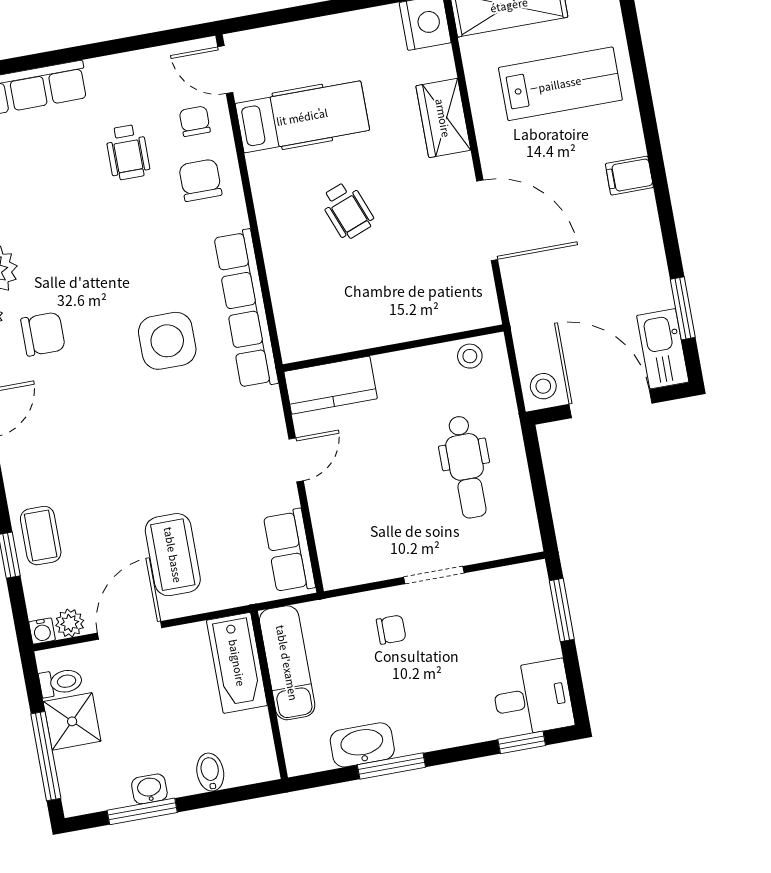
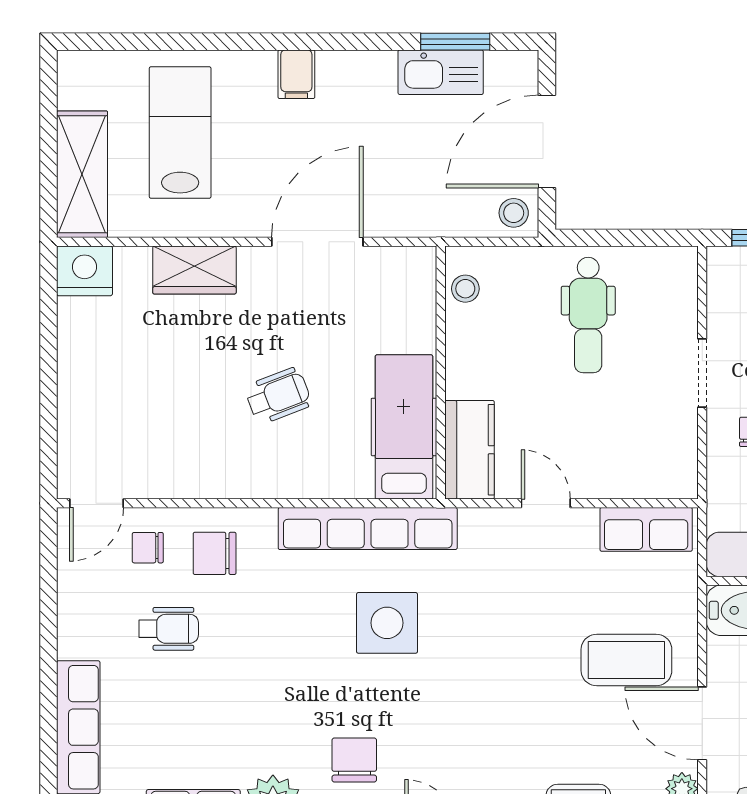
hospital bed: (302, 117) -> (404, 427), moved
kitchen sink: (663, 349) -> (441, 72), moved
dental chair: (466, 467) -> (588, 315), turned 90

